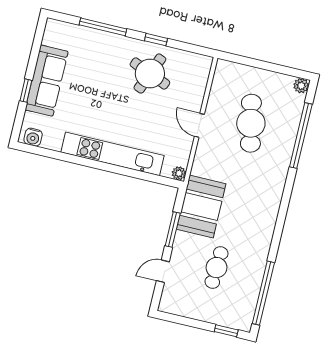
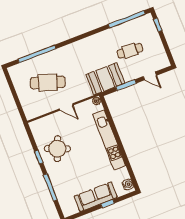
plant: (301, 86) -> (12, 71), removed
cafe table: (251, 123) -> (48, 83), turned 30
door: (199, 125) -> (66, 107), hinge flipped

